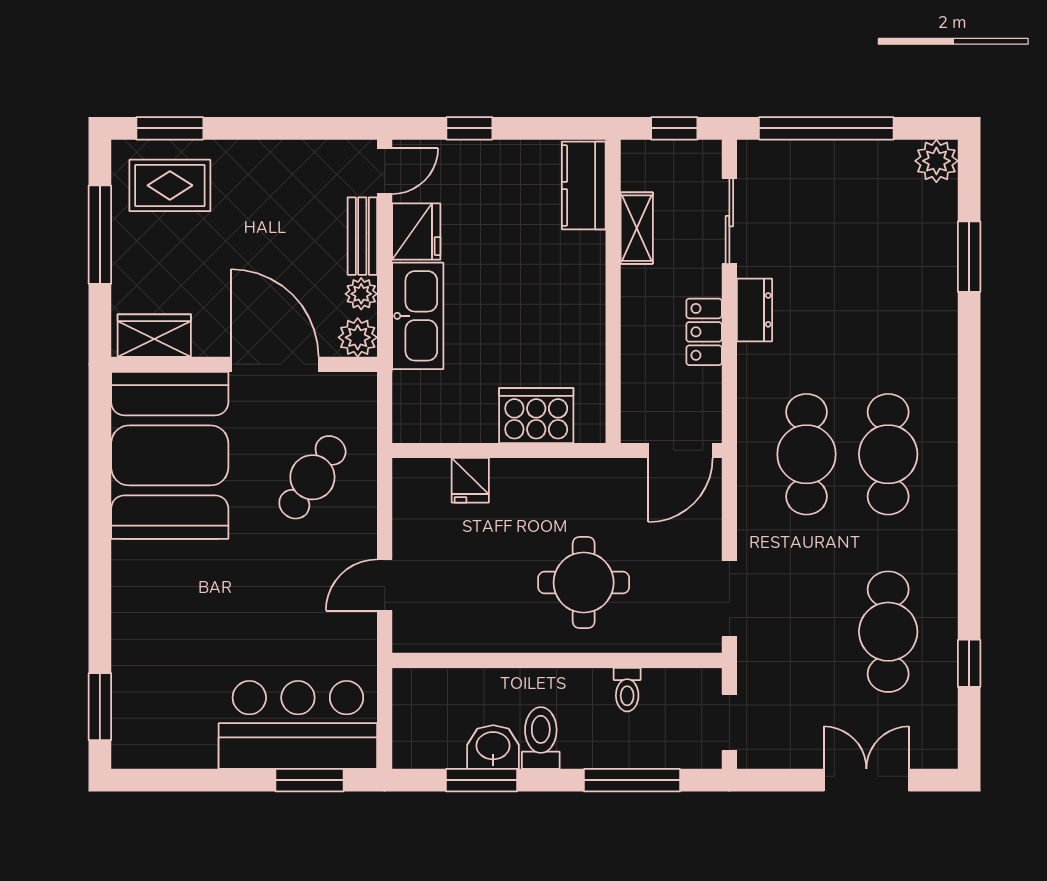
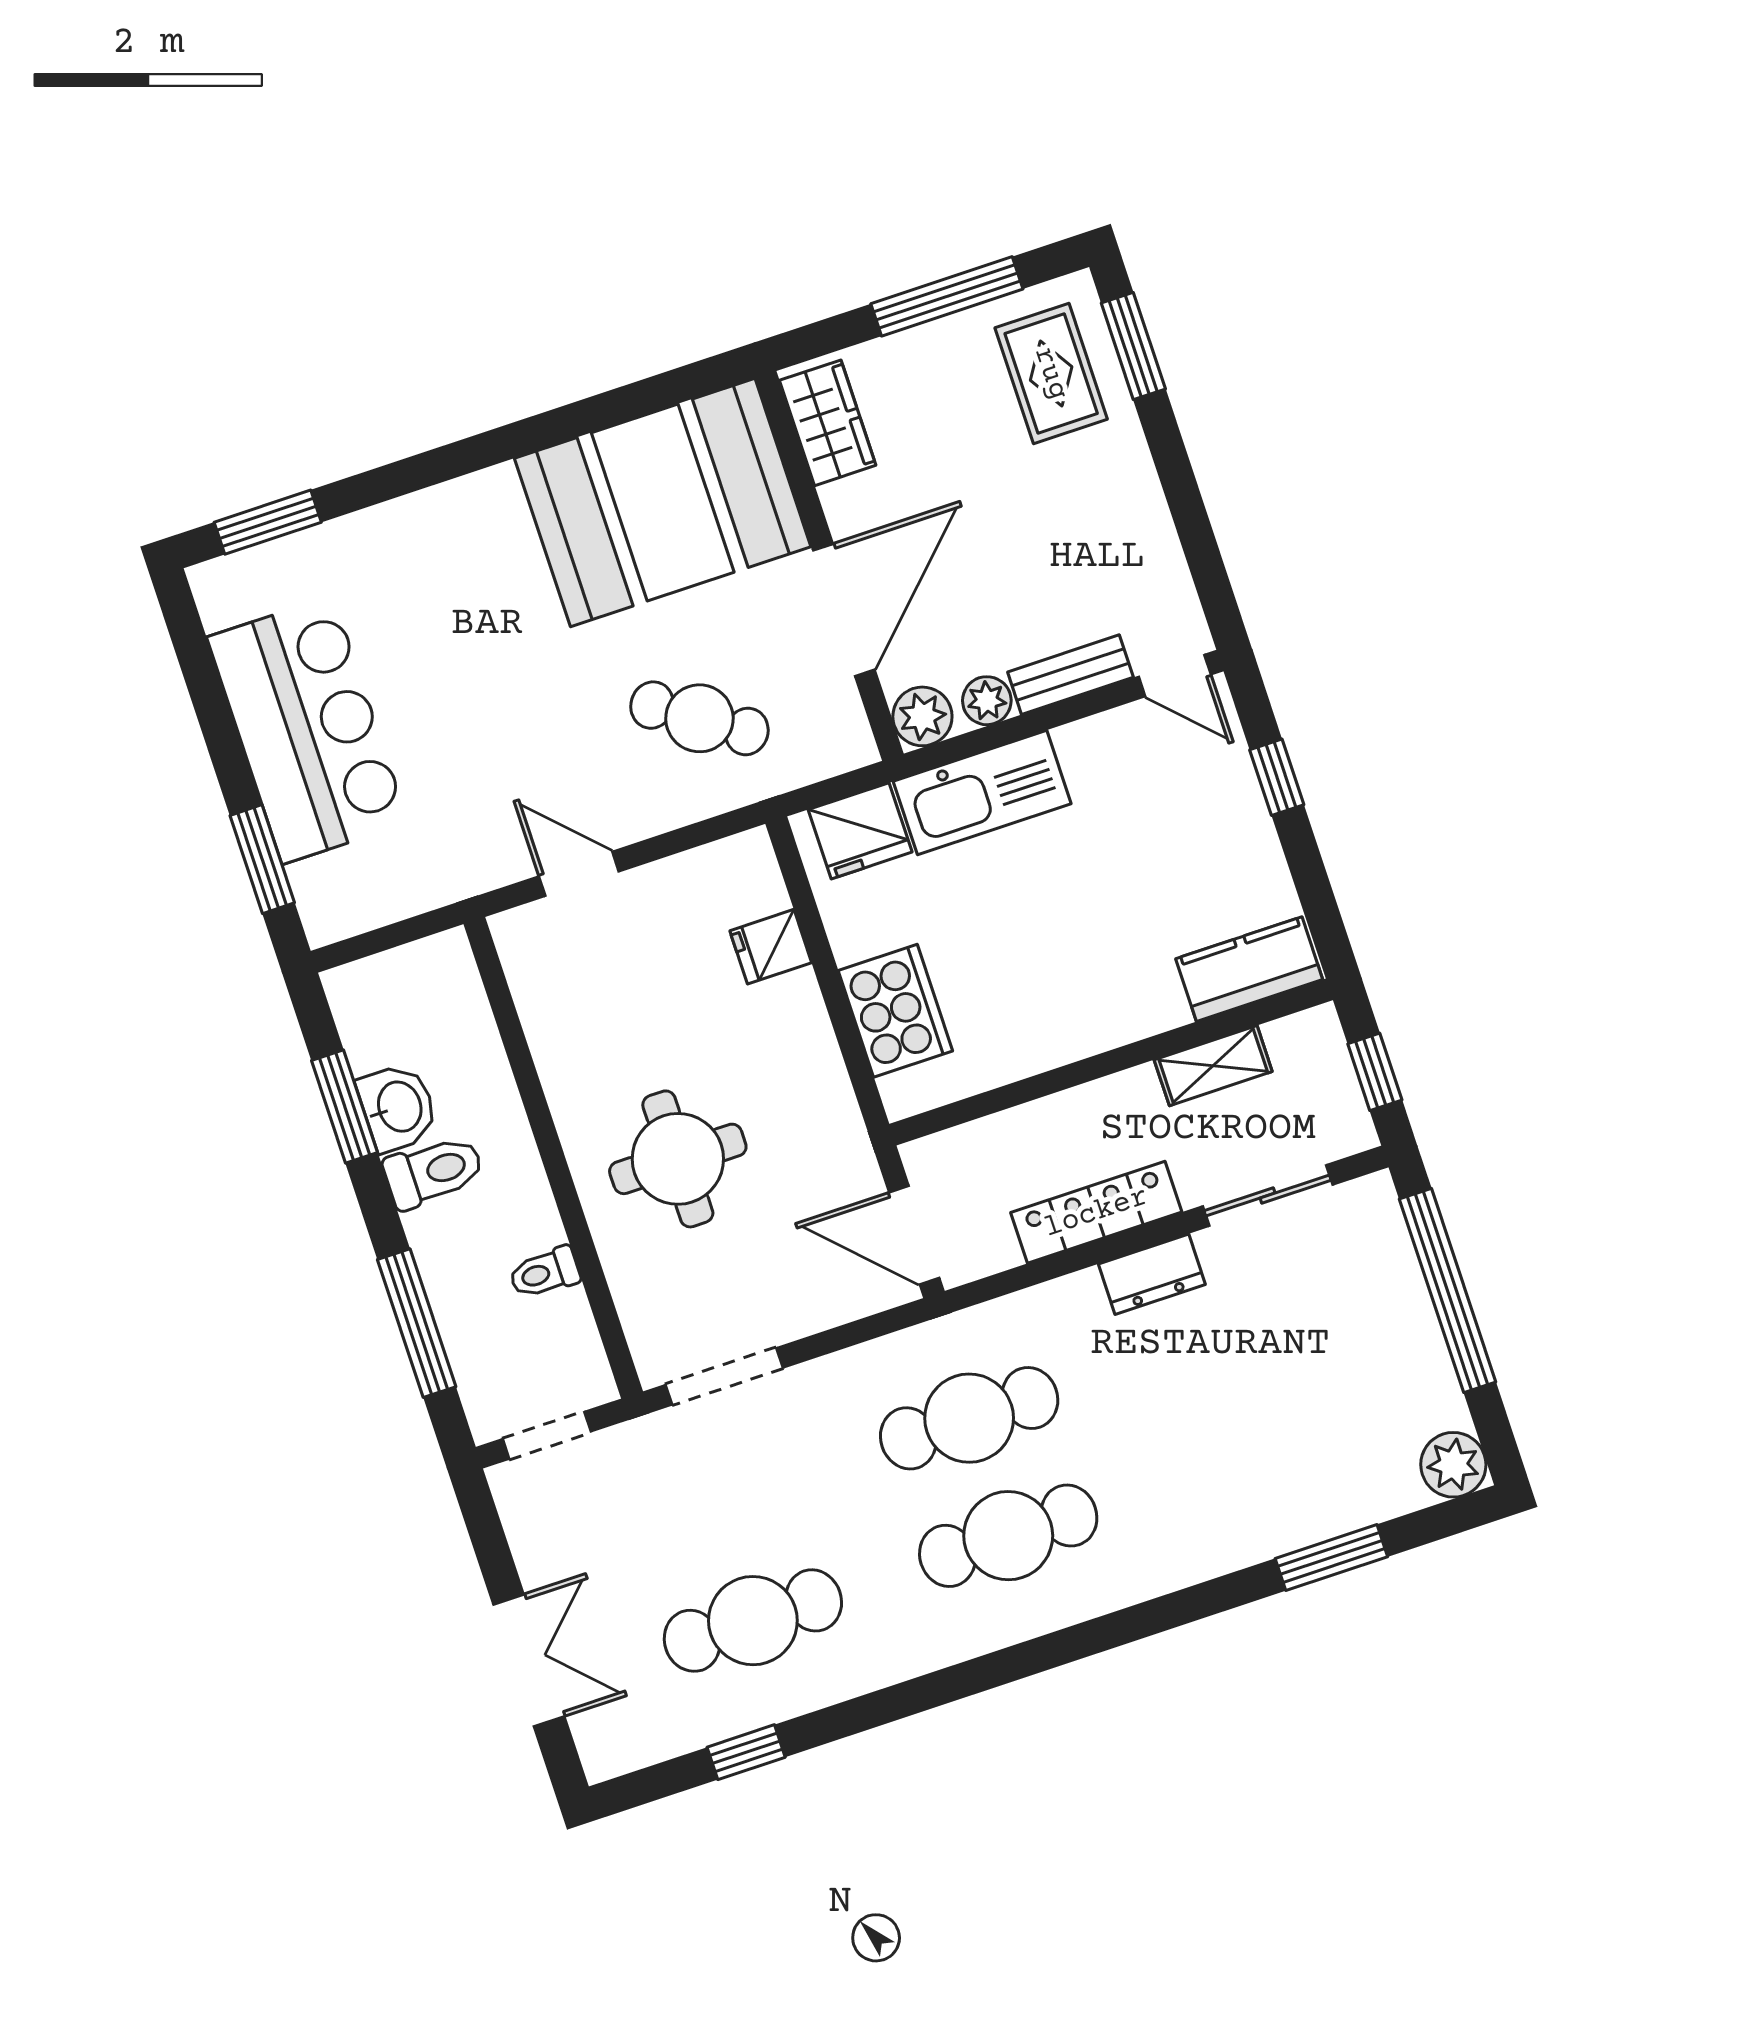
fridge: (416, 232) -> (860, 831), moved
locker: (704, 332) -> (1096, 1212), width x1.53
bar counter: (298, 725) -> (308, 730), moved

